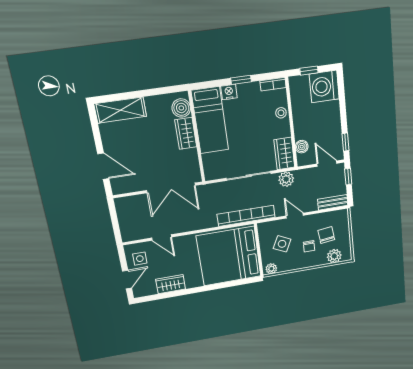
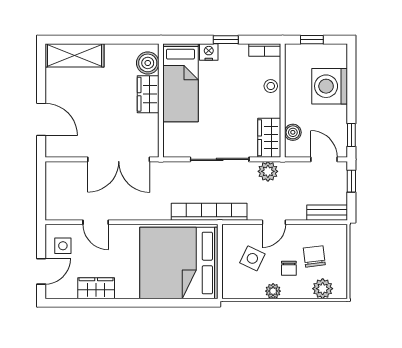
washing machine: (324, 86) -> (330, 86), moved
door: (295, 216) -> (274, 222), swing flipped
plant: (271, 269) -> (273, 291), moved

